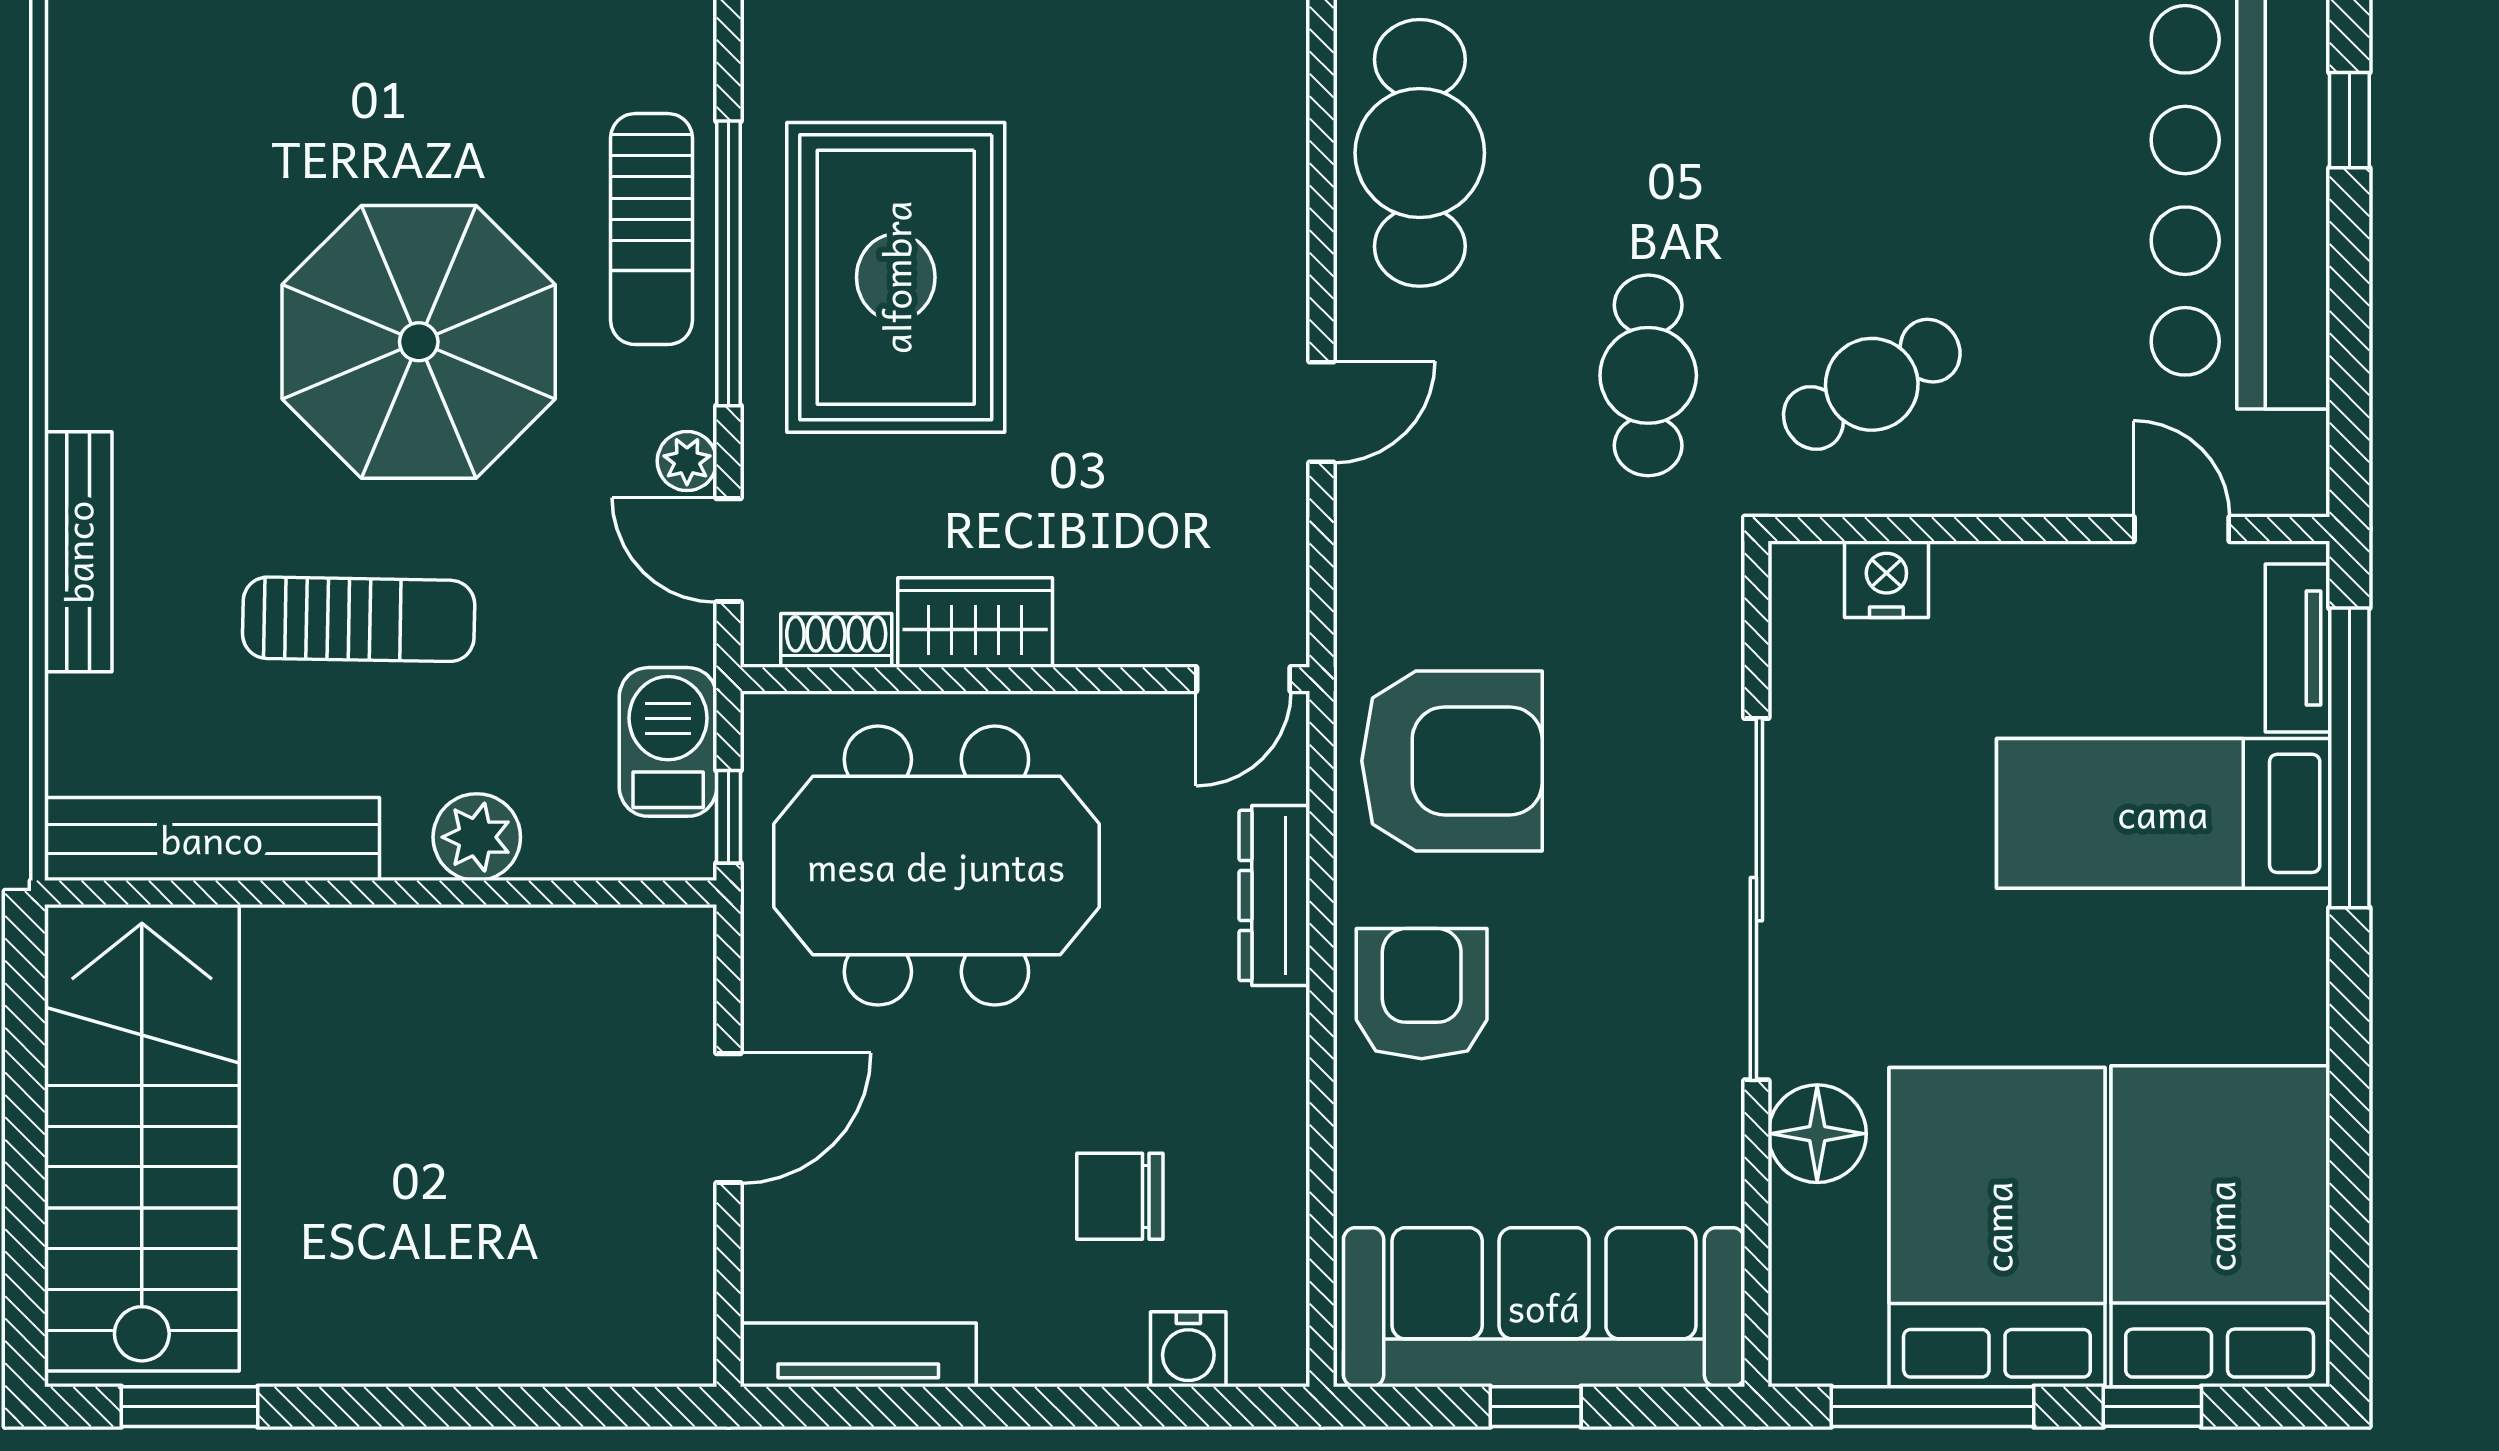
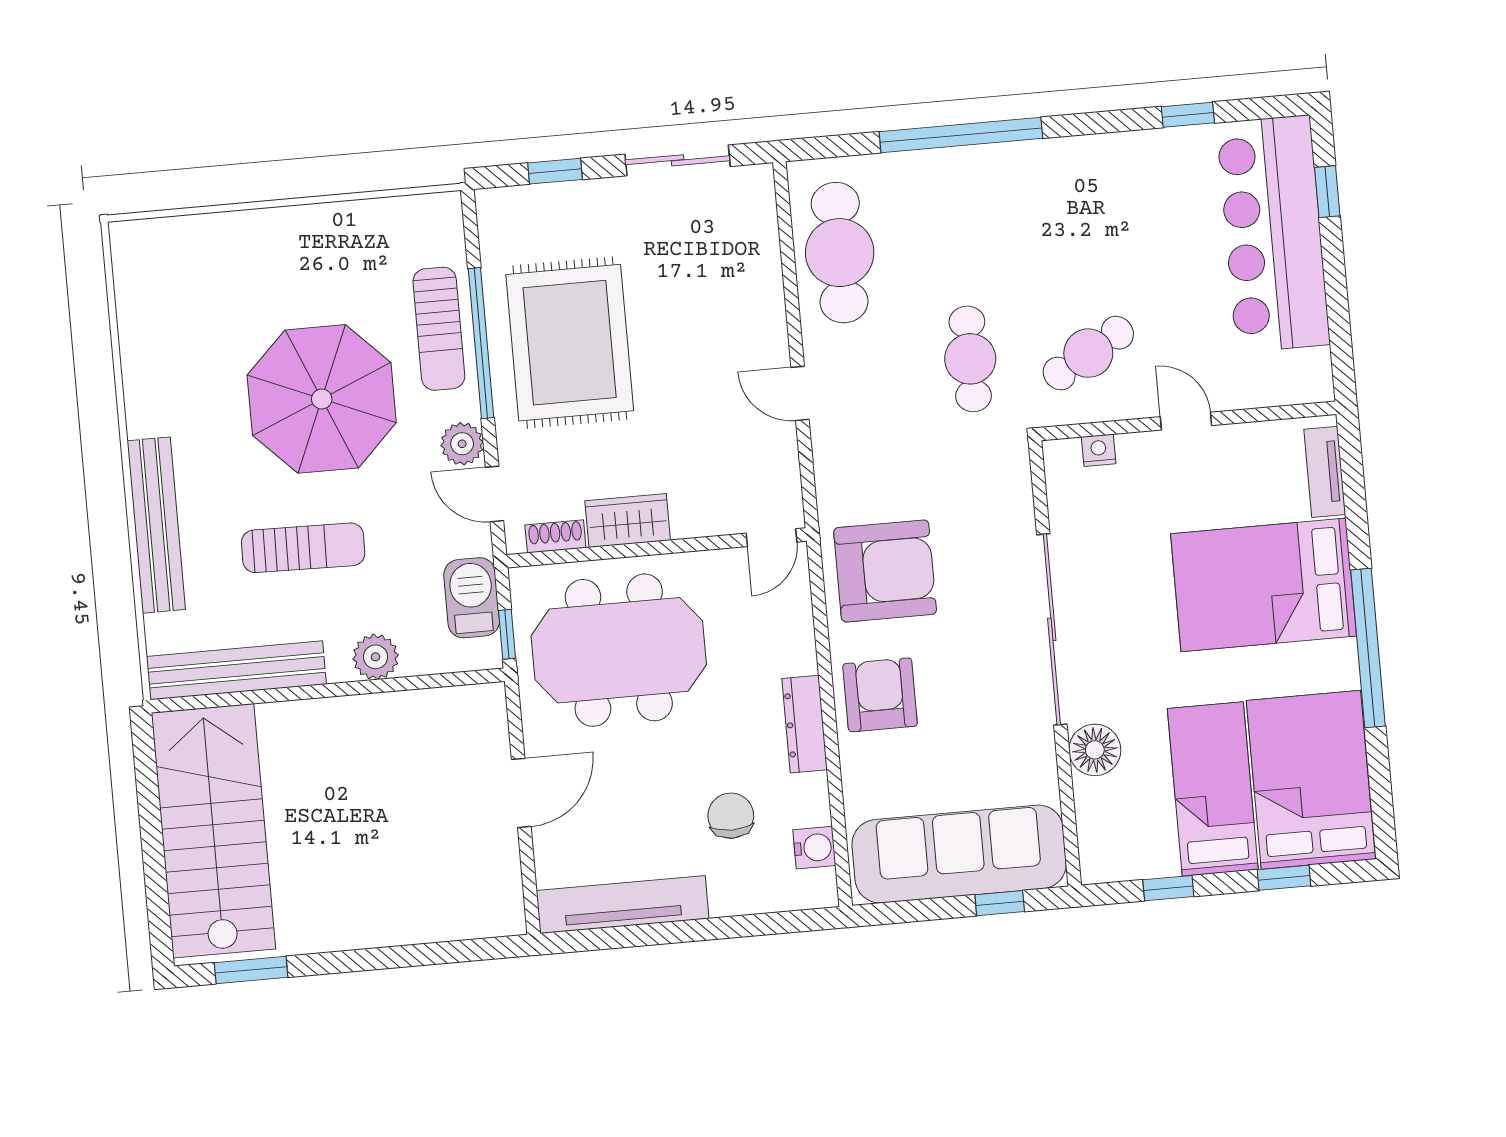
door: (1322, 412) -> (800, 393), swing flipped
plant: (687, 461) -> (462, 444), width x1.38, depth x1.38
door: (2182, 529) -> (1186, 421), moved
bench: (78, 552) -> (156, 525), width x1.37, depth x1.21
nightstand: (1886, 579) -> (1099, 450), width x0.72, depth x0.74
window: (2349, 758) -> (1368, 648), moved
bed: (2163, 813) -> (1264, 585), width x1.50
dresser: (1274, 895) -> (805, 724), moved
chair: (1120, 1196) -> (731, 816), turned 90
bed: (1997, 1227) -> (1213, 789), width x0.67
water cooler: (1188, 1349) -> (814, 848), moved, turned -90
tv unit: (858, 1355) -> (623, 905), width x1.36, depth x1.29
window: (1536, 1407) -> (1000, 903), moved
window: (1933, 1407) -> (1168, 888), width x0.46

